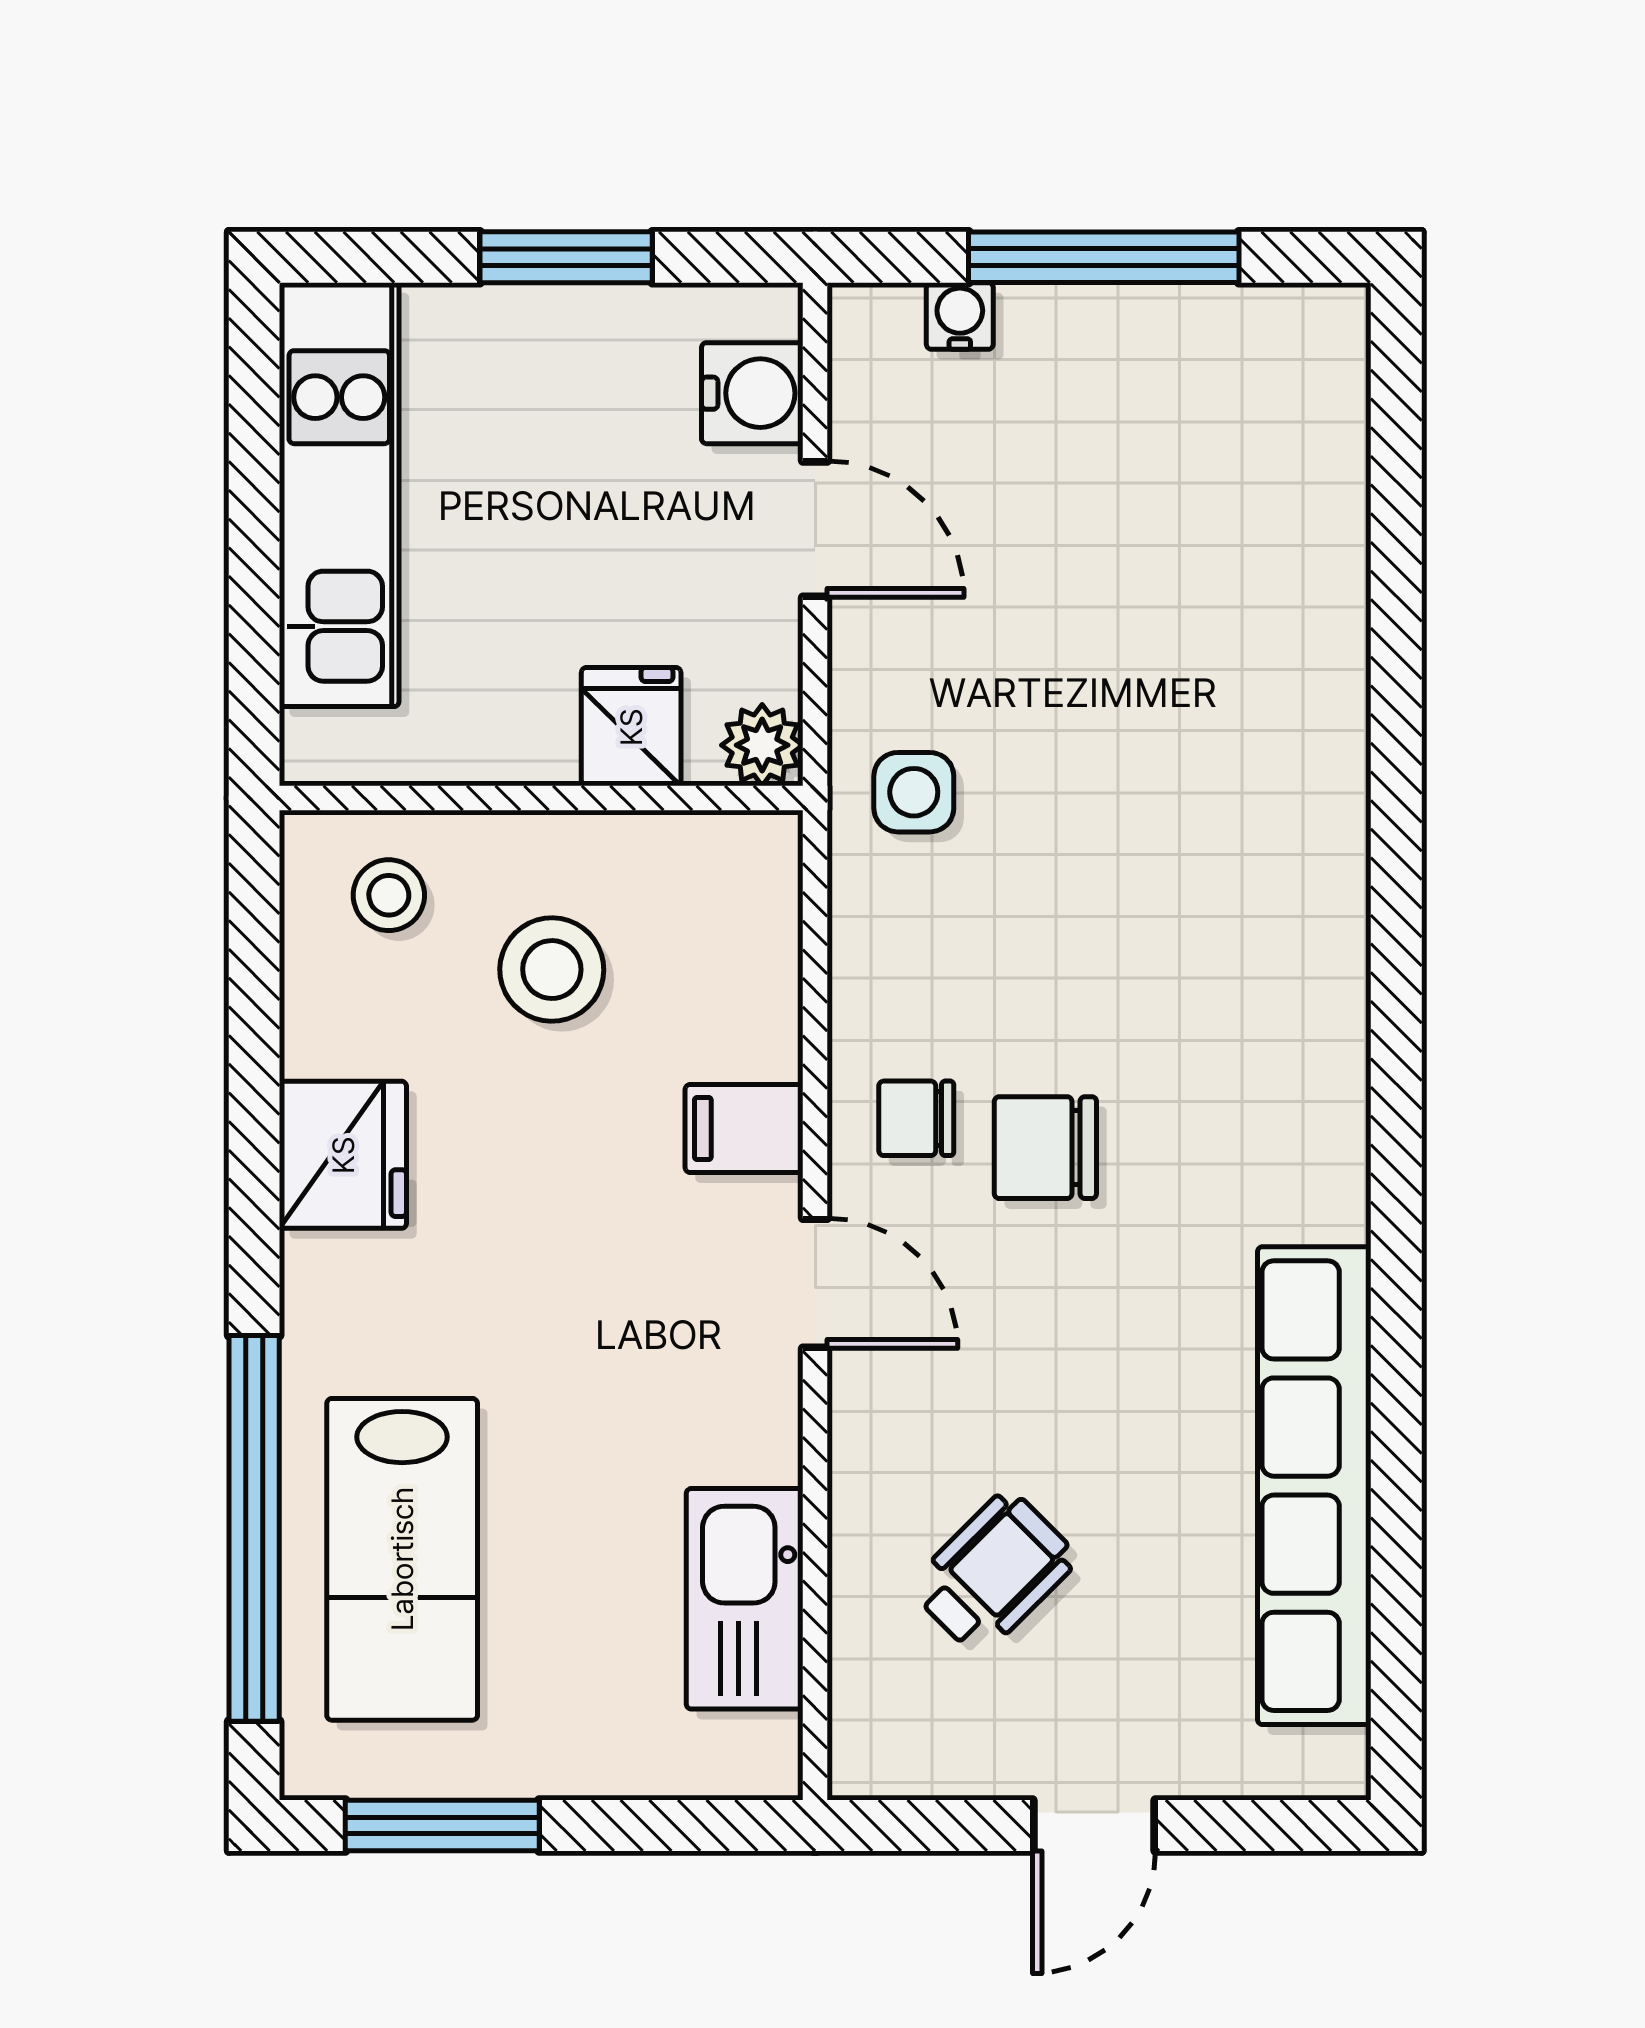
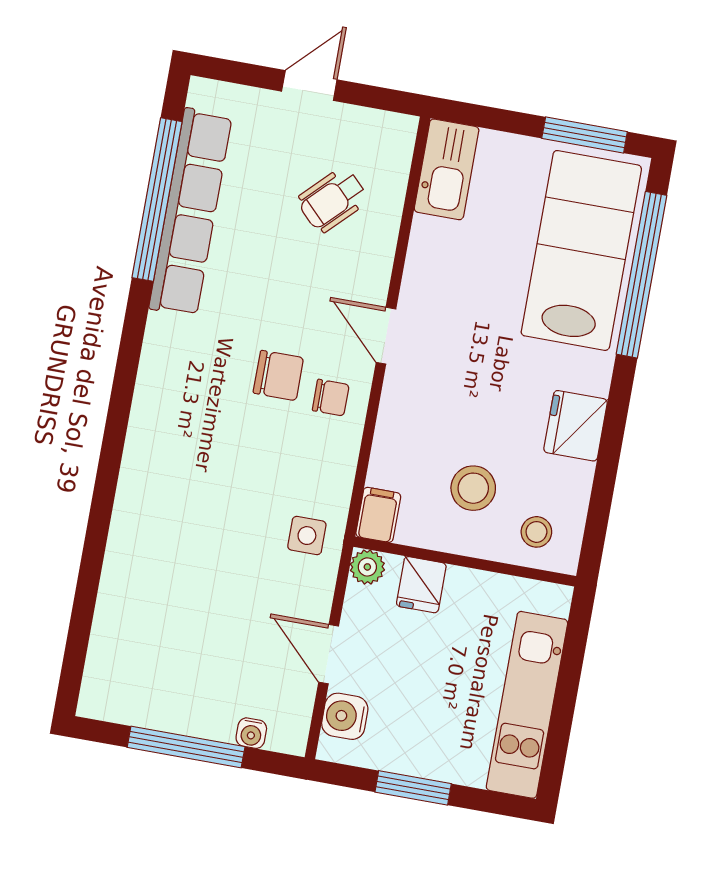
filing cabinet: (744, 1129) -> (378, 515), moved, turned -90
window: (1396, 1501) -> (157, 200), added
lab bench: (402, 1559) -> (581, 250), width x1.36, depth x1.39
kitchen sink: (745, 1599) -> (447, 169), moved

